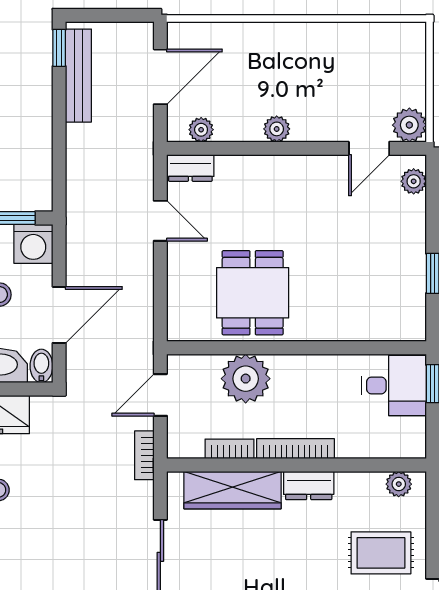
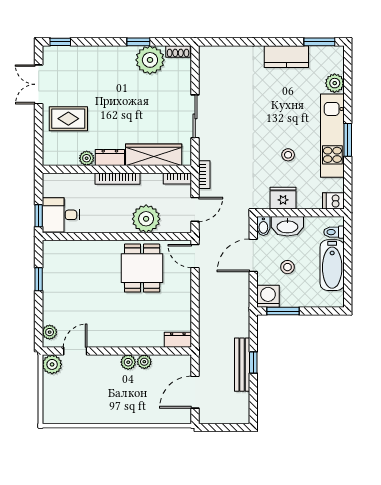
window: (59, 48) -> (253, 362), moved
bench: (78, 76) -> (242, 365), moved
plant: (201, 130) -> (144, 362), moved
door: (160, 221) -> (195, 256), moved
bookcase: (230, 449) -> (177, 178), moved
plant: (399, 484) -> (87, 158), moved

